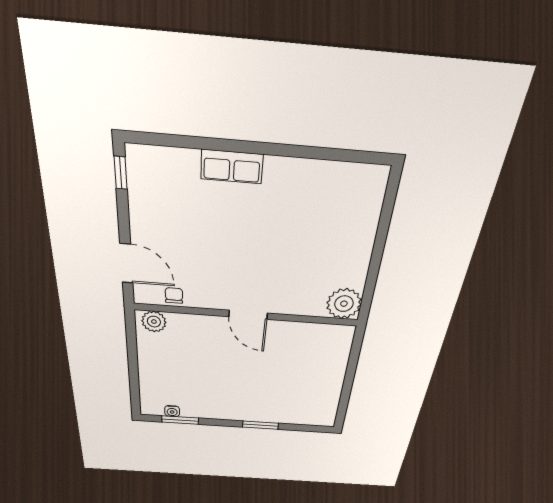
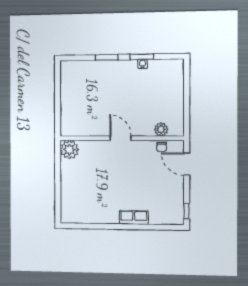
plant: (154, 322) -> (161, 129), moved
water cooler: (172, 411) -> (143, 64), moved
window: (180, 420) -> (142, 57), moved

